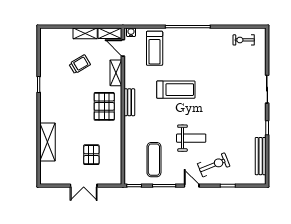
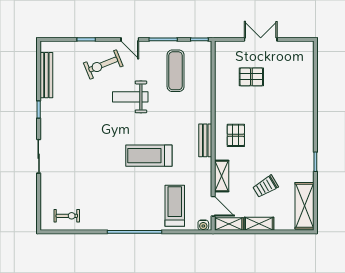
pallet: (104, 106) -> (236, 135), width x0.67, depth x0.71
shelving: (47, 142) -> (304, 206), moved
pallet: (91, 155) -> (251, 77), turned 90

